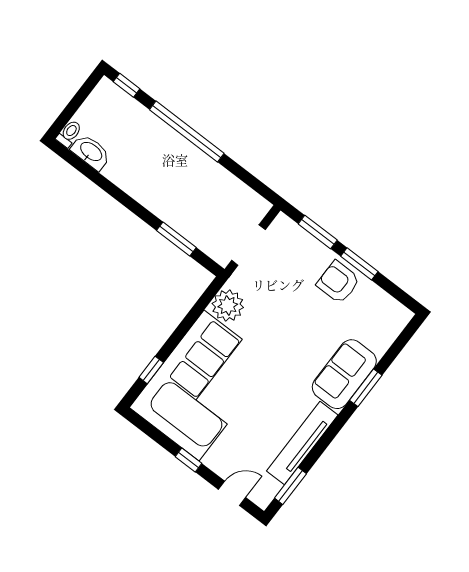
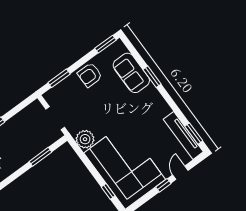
window: (359, 264) -> (105, 44), moved
sofa: (344, 374) -> (131, 73), moved
tv unit: (302, 443) -> (183, 135), moved
door: (232, 493) -> (180, 173), moved

